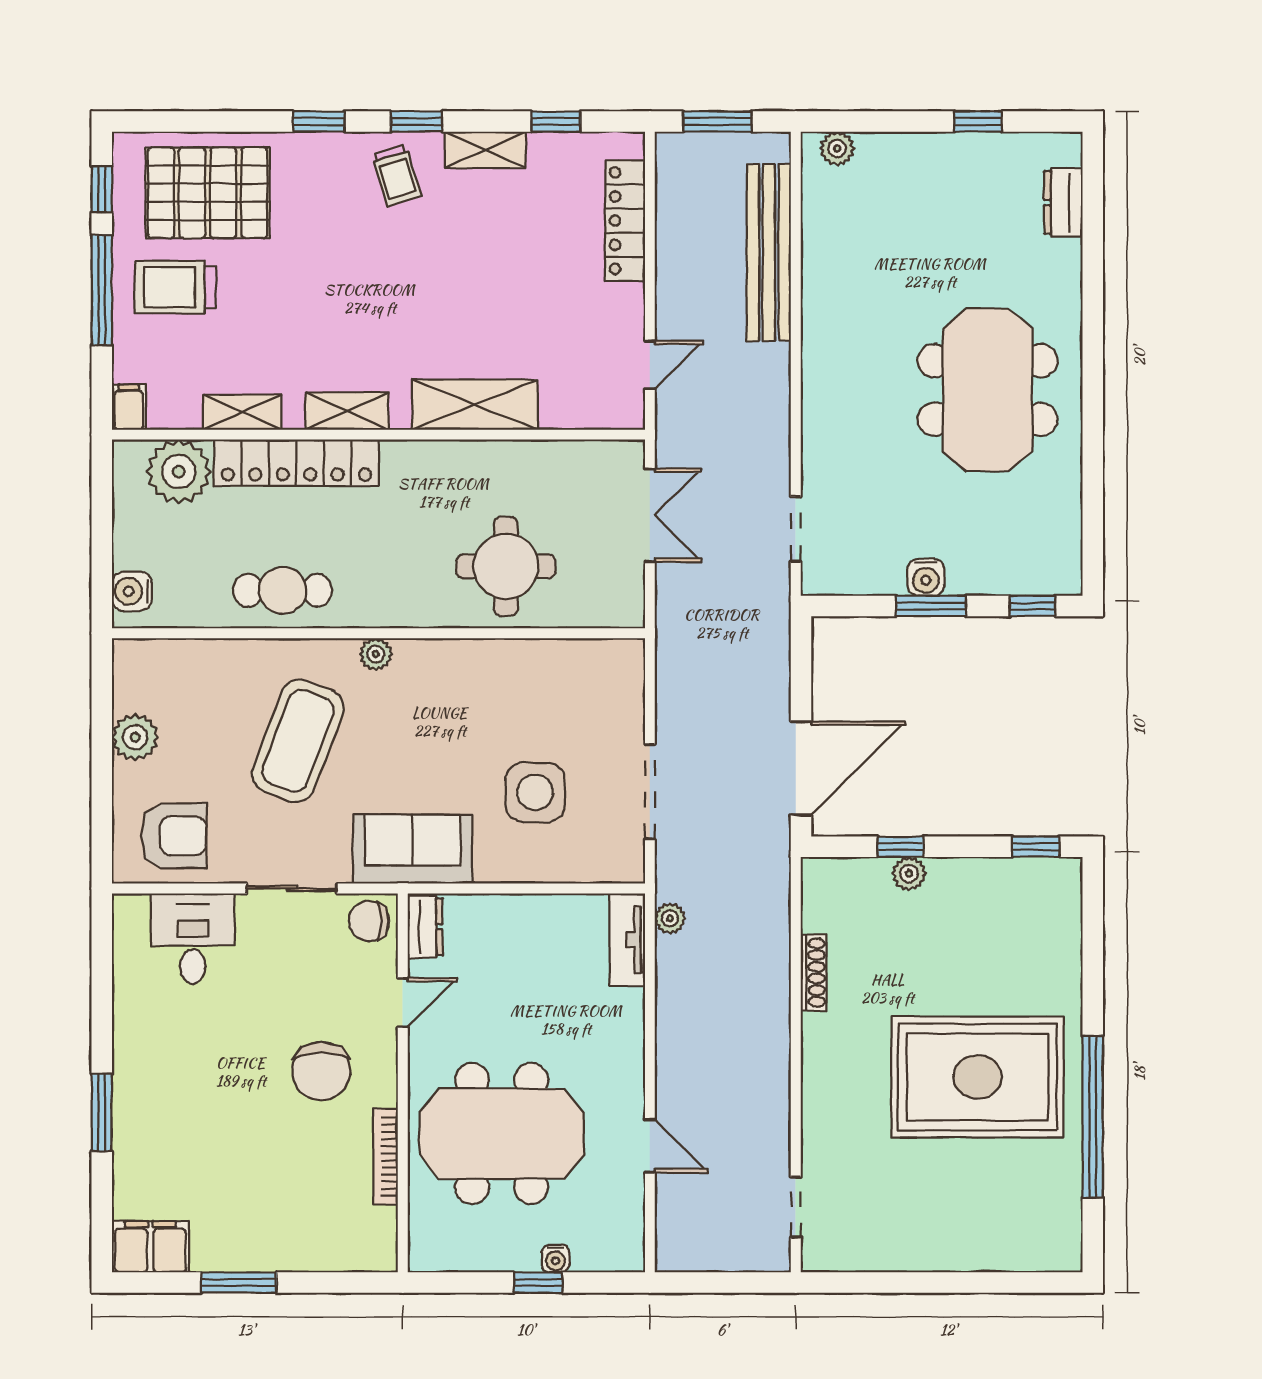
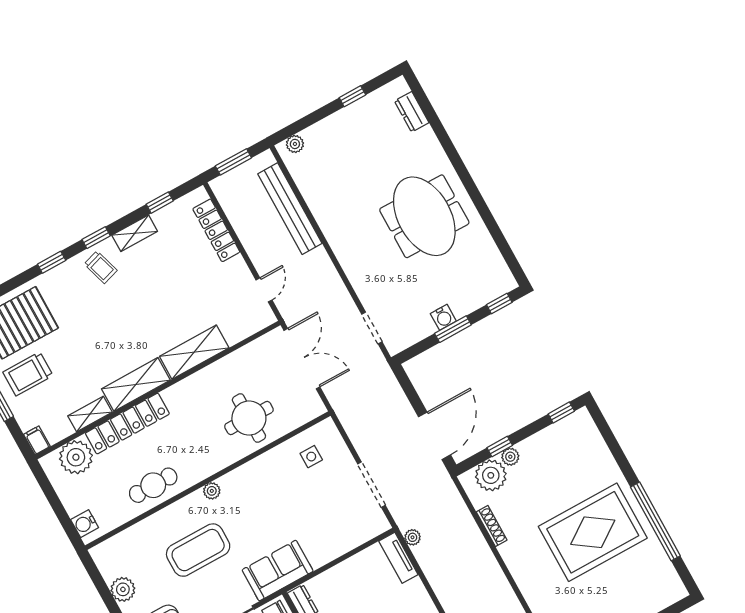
shelving: (347, 411) -> (136, 384), width x1.50, depth x1.33
double door: (650, 515) -> (302, 359), width x1.37
coffee table: (298, 741) -> (198, 550), turned 69
side table: (535, 792) -> (311, 457), moved, width x0.54, depth x0.54
plant: (859, 887) -> (491, 475), added

